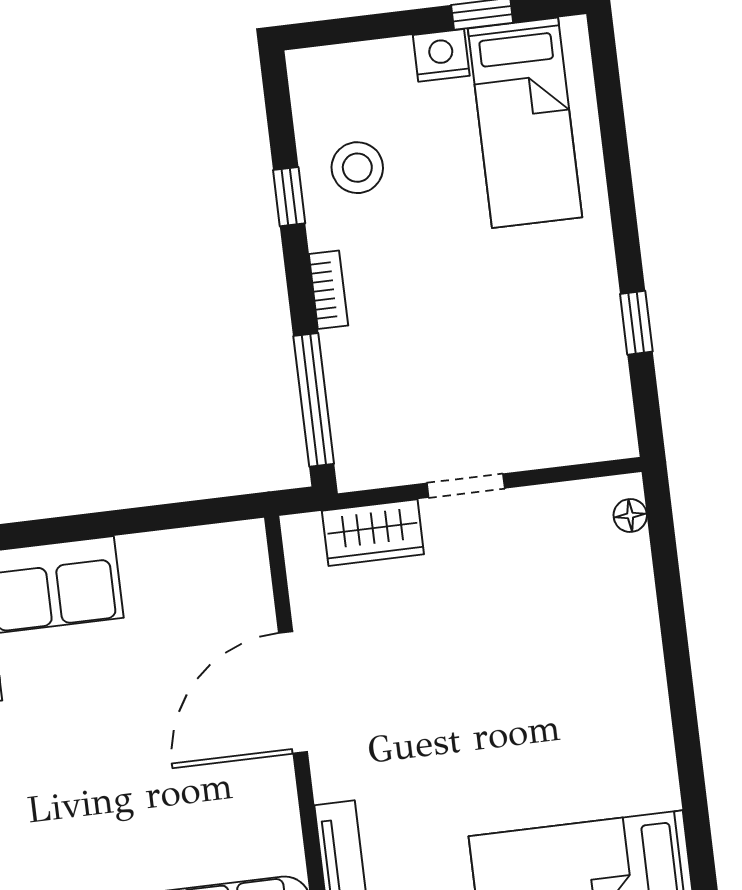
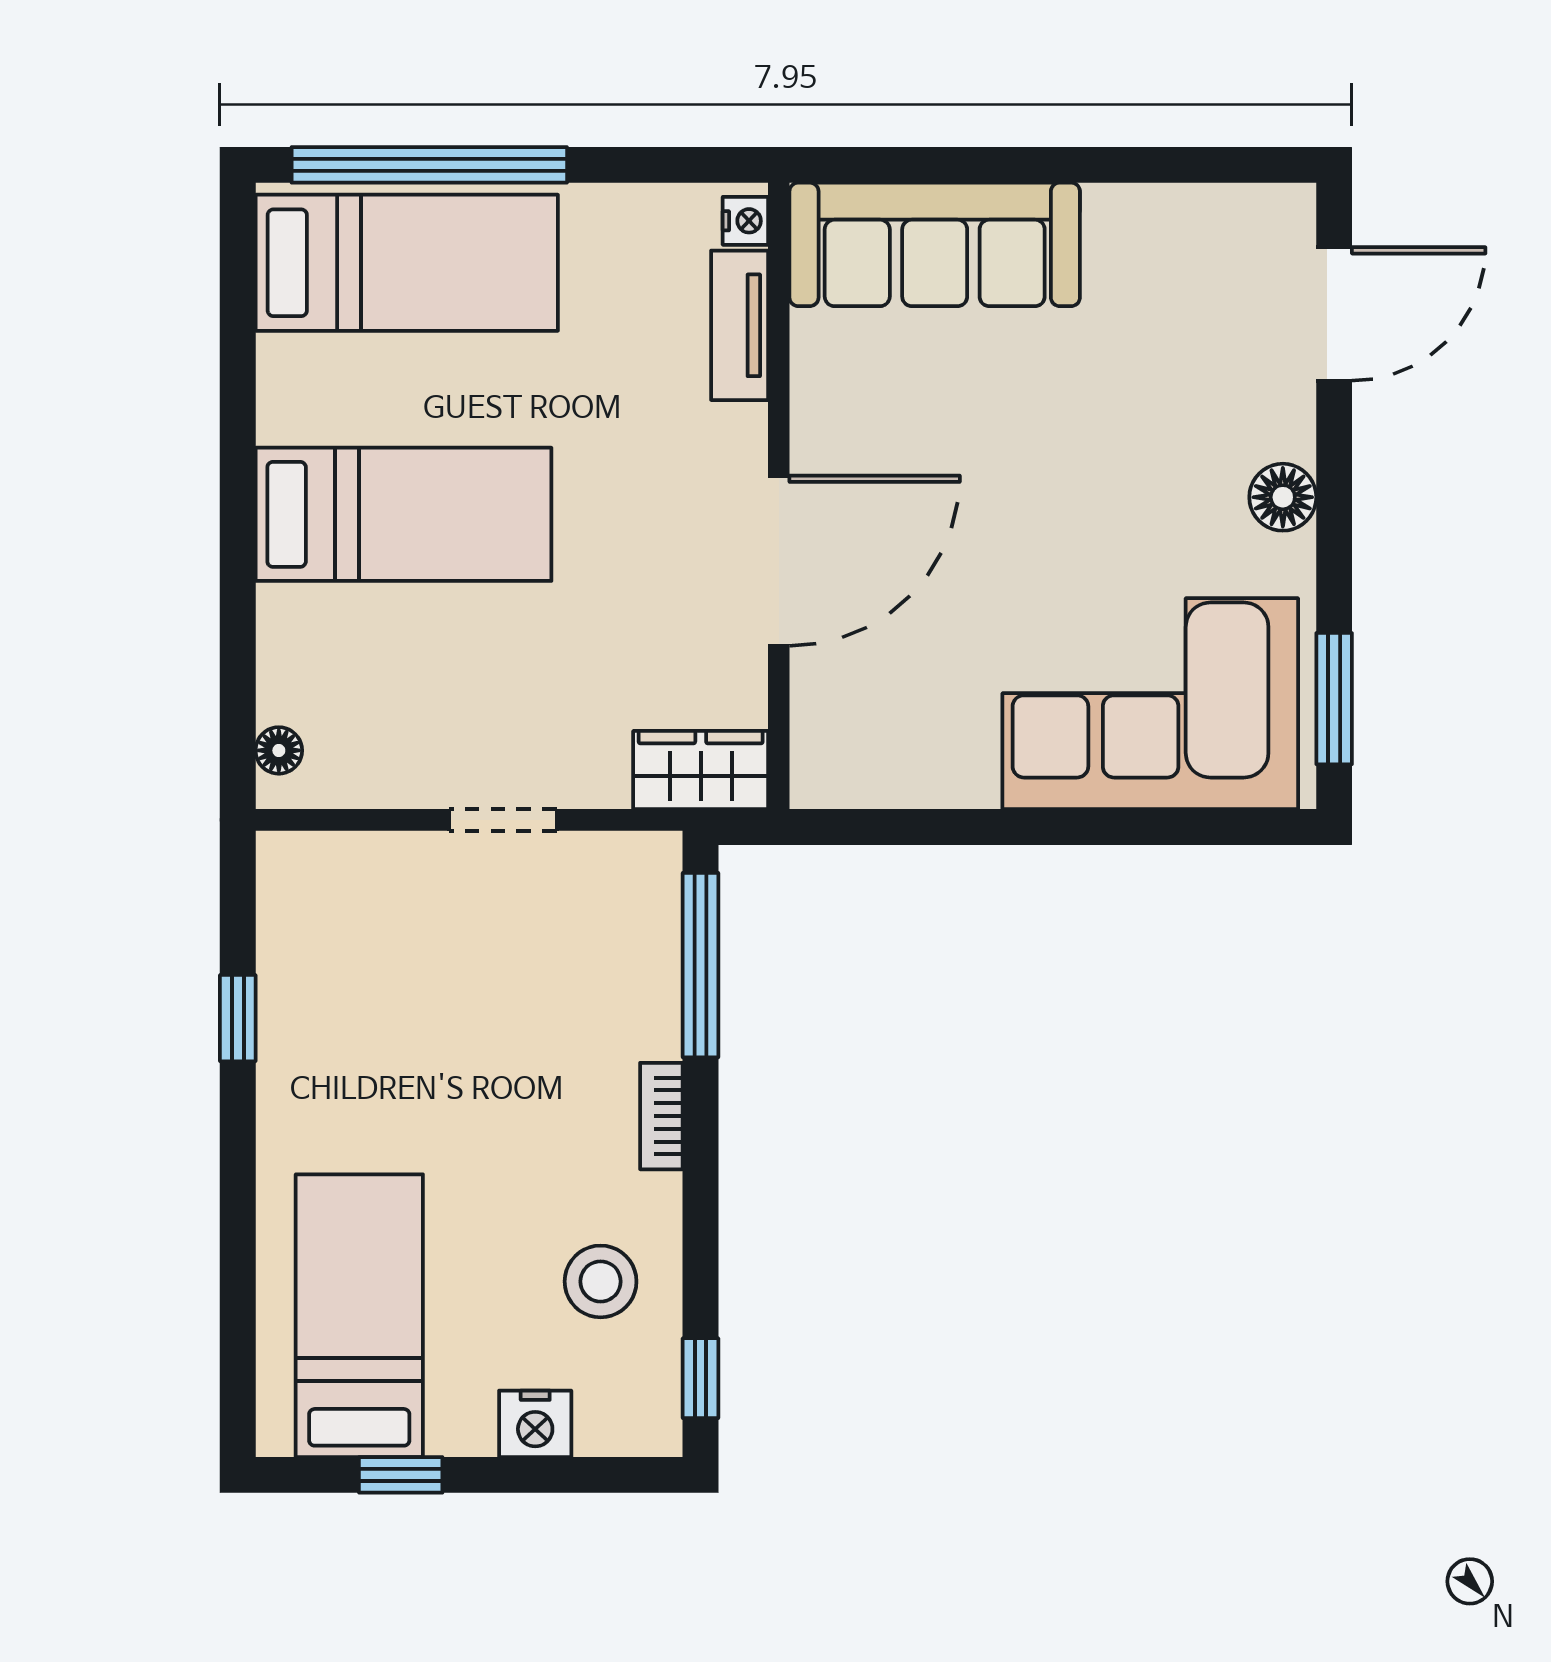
nightstand: (441, 55) -> (535, 1424), moved
window: (289, 197) -> (700, 1378), moved
wardrobe: (373, 533) -> (701, 770), moved
bed: (562, 693) -> (404, 514), added

